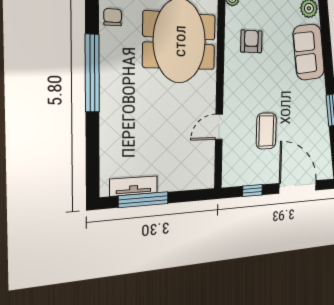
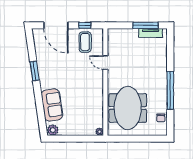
armchair: (251, 41) -> (88, 110), removed
door: (219, 127) -> (105, 63), swing flipped
coffee table: (266, 131) -> (85, 42), moved

